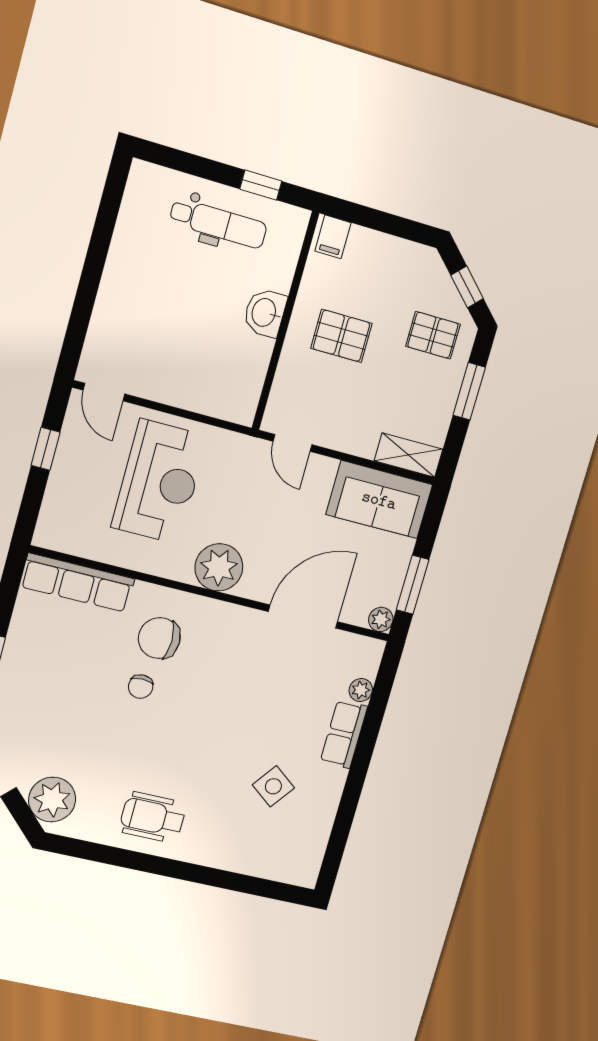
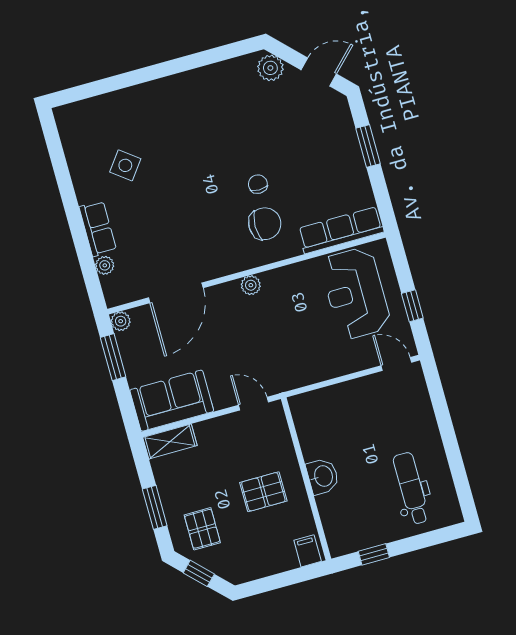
dental chair: (218, 223) -> (411, 488), moved, turned 90
pallet: (433, 335) -> (202, 529), turned 90
reception desk: (160, 482) -> (355, 293), moved
plant: (219, 567) -> (251, 285), width x0.53, depth x0.53
plant: (52, 799) -> (270, 68), width x0.73, depth x0.73
wheelchair: (153, 817) -> (196, 99), removed

